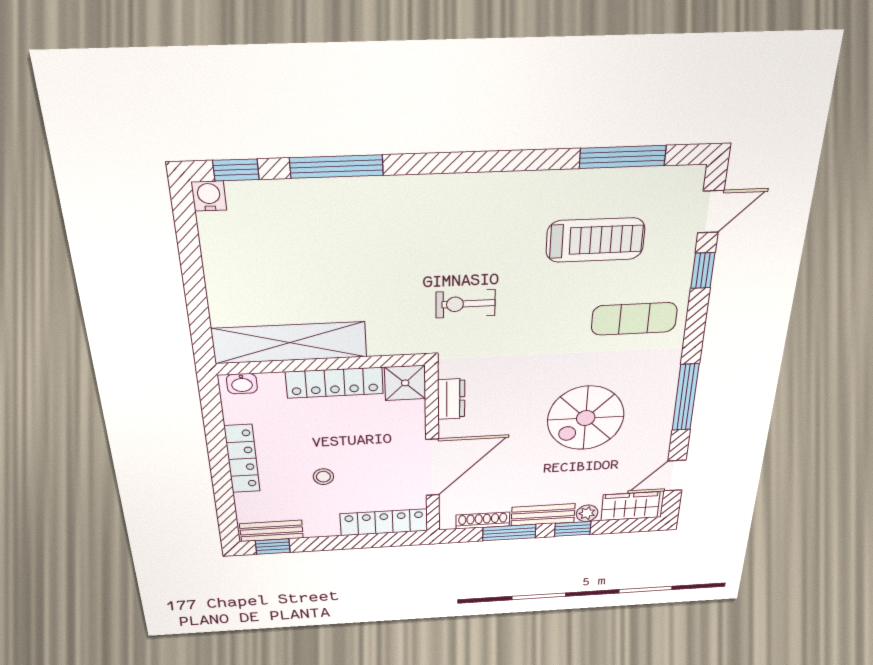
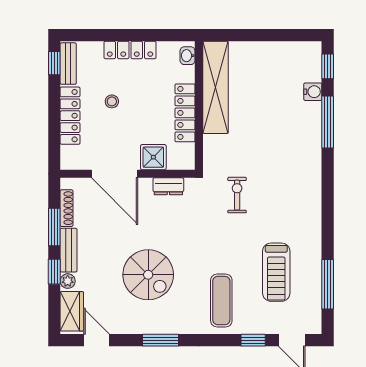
water cooler: (209, 196) -> (313, 92), moved
shower: (405, 383) -> (153, 157), moved
window: (686, 397) -> (161, 340), width x0.69
spiral stairs: (586, 418) -> (148, 275), turned 180
locker: (384, 522) -> (70, 116), moved

